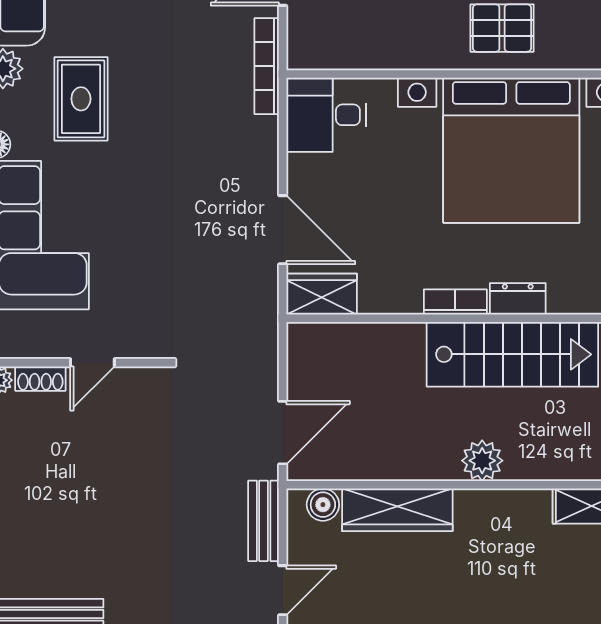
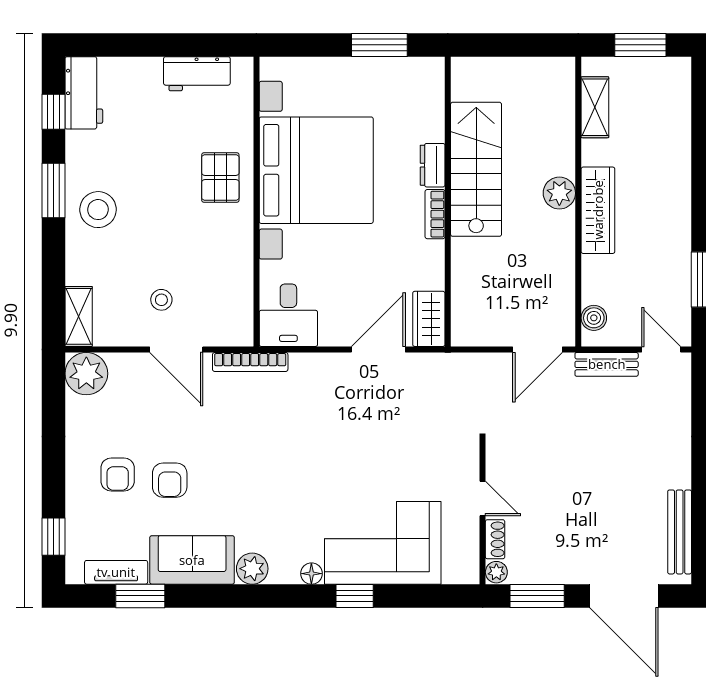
rug: (81, 99) -> (276, 507), removed
door: (283, 433) -> (537, 349), swing flipped
wardrobe: (397, 510) -> (598, 210), moved

